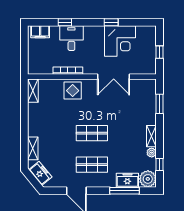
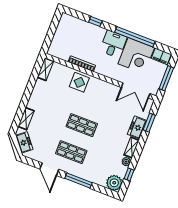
window: (111, 22) -> (135, 37), width x3.17
filing cabinet: (40, 32) -> (161, 56), moved
desk: (71, 38) -> (113, 44), moved
window: (160, 52) -> (166, 78), width x2.17
double door: (114, 77) -> (136, 90), moved
freezer: (127, 180) -> (137, 127), moved, turned -90
window: (124, 191) -> (78, 181), moved

